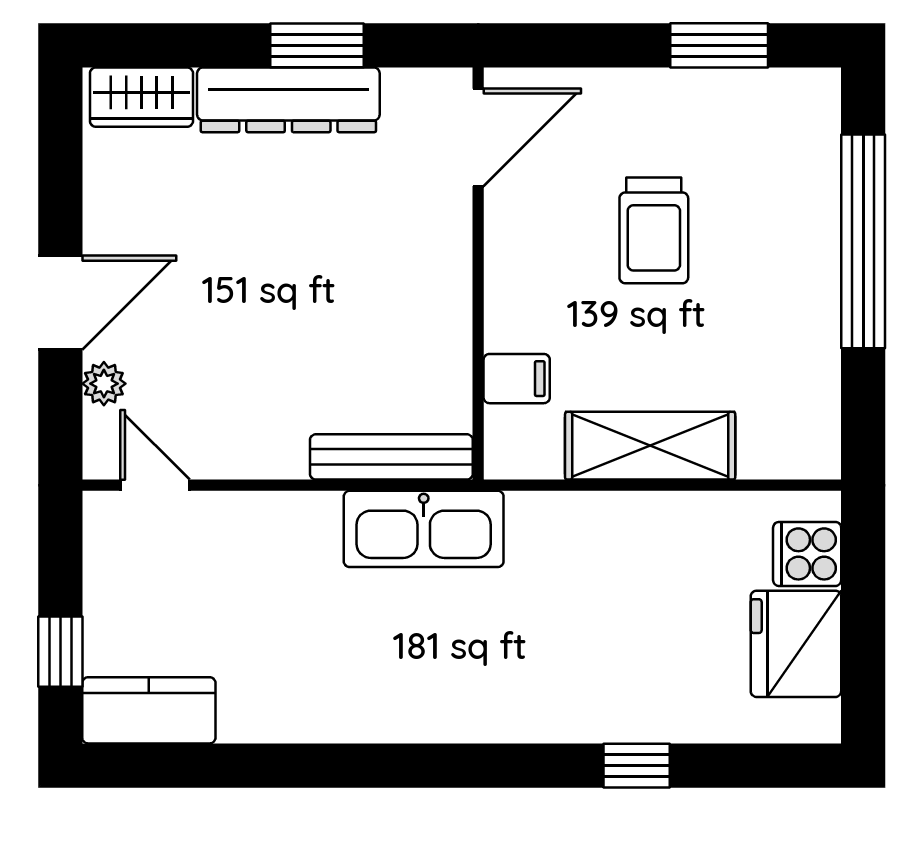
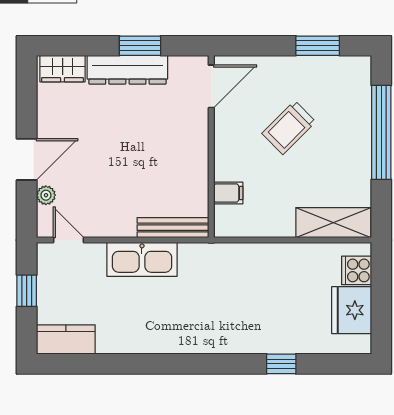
trolley: (654, 230) -> (289, 128), turned 45
shelving: (650, 446) -> (333, 223), moved
kitchen sink: (424, 529) -> (142, 259), moved
window: (60, 652) -> (27, 291), moved

